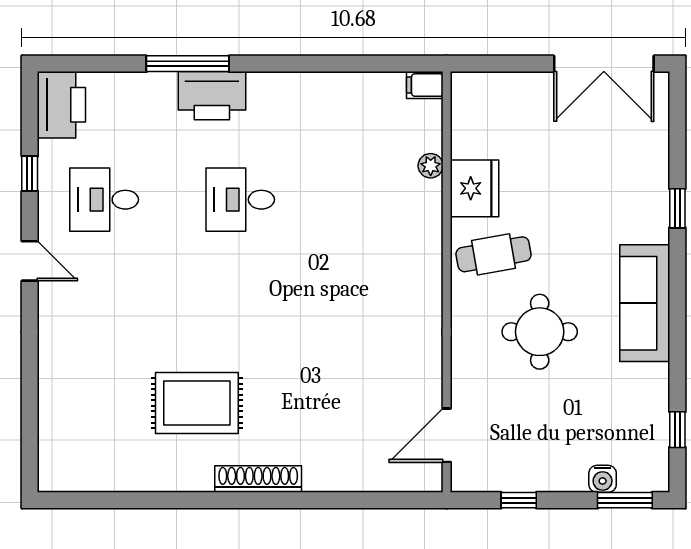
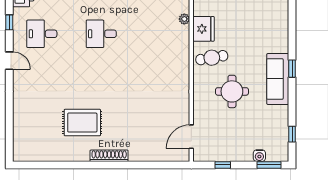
window: (677, 208) -> (292, 69), moved

